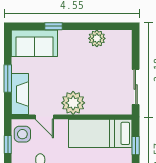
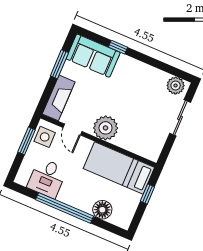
plant: (97, 38) -> (176, 86), moved
window: (8, 78) -> (59, 64), moved
sliding door: (136, 87) -> (180, 118), moved
window: (8, 145) -> (27, 141), width x1.50

